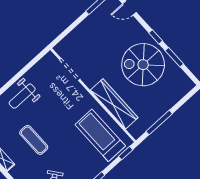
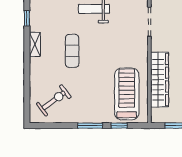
window: (126, 153) -> (119, 126), moved

